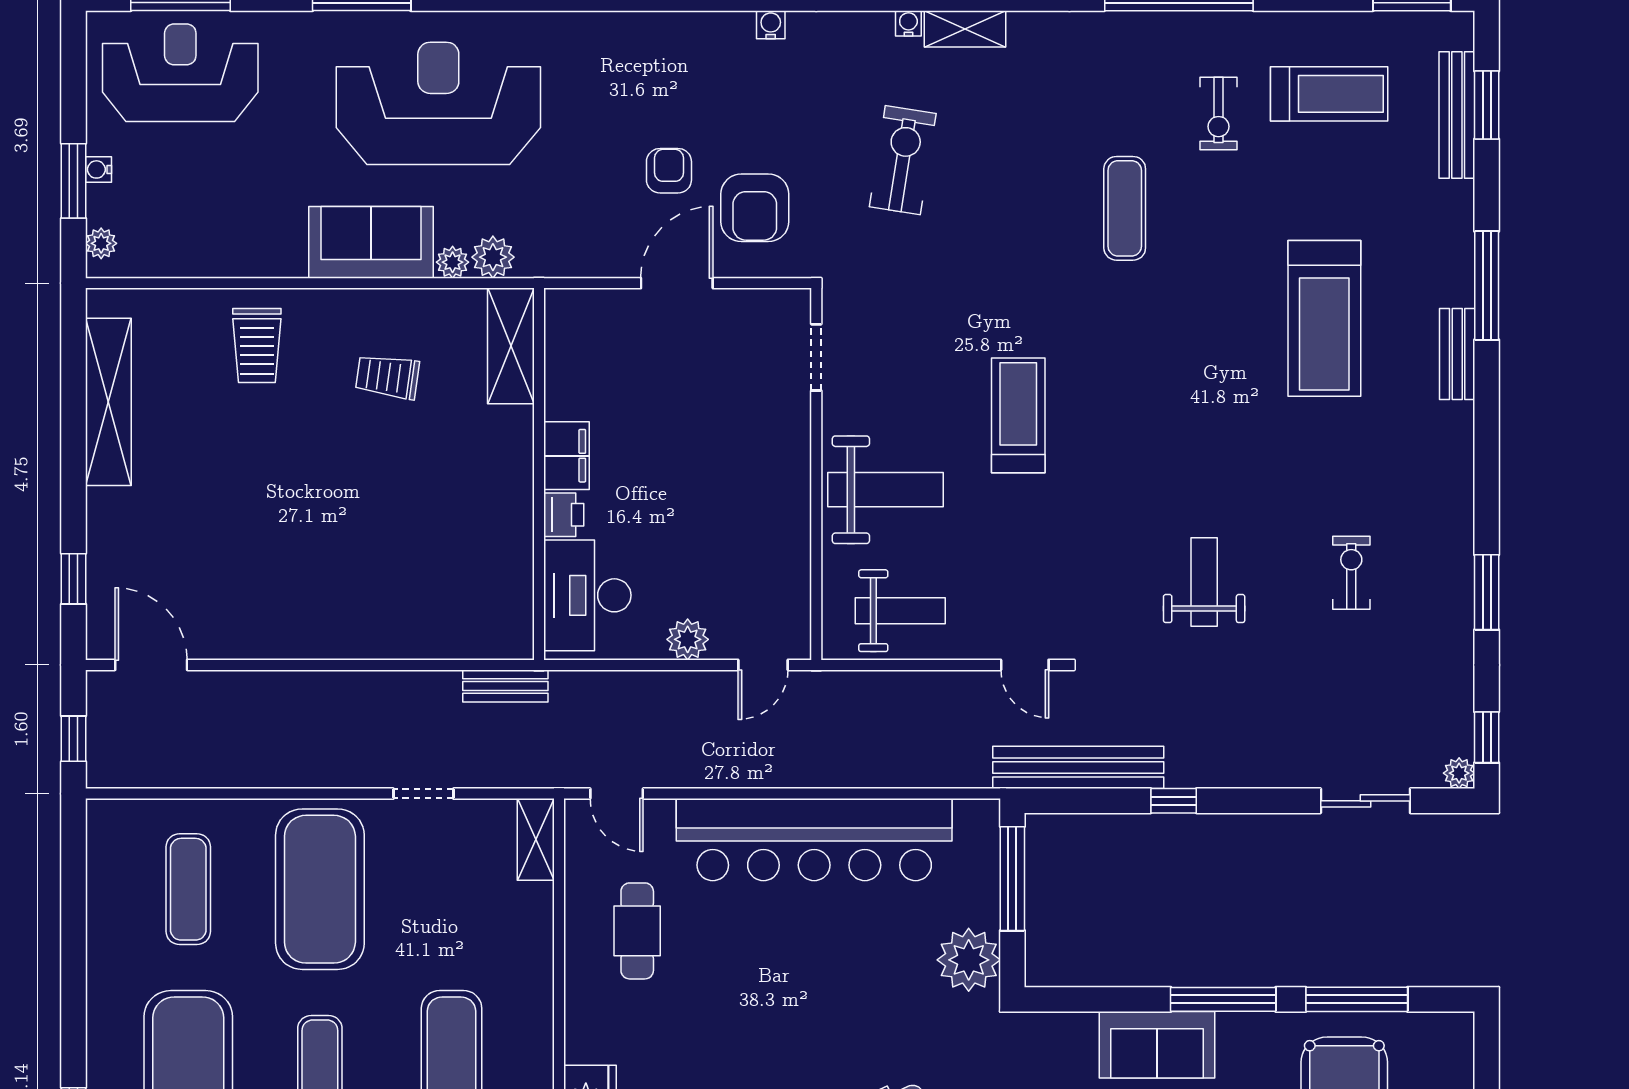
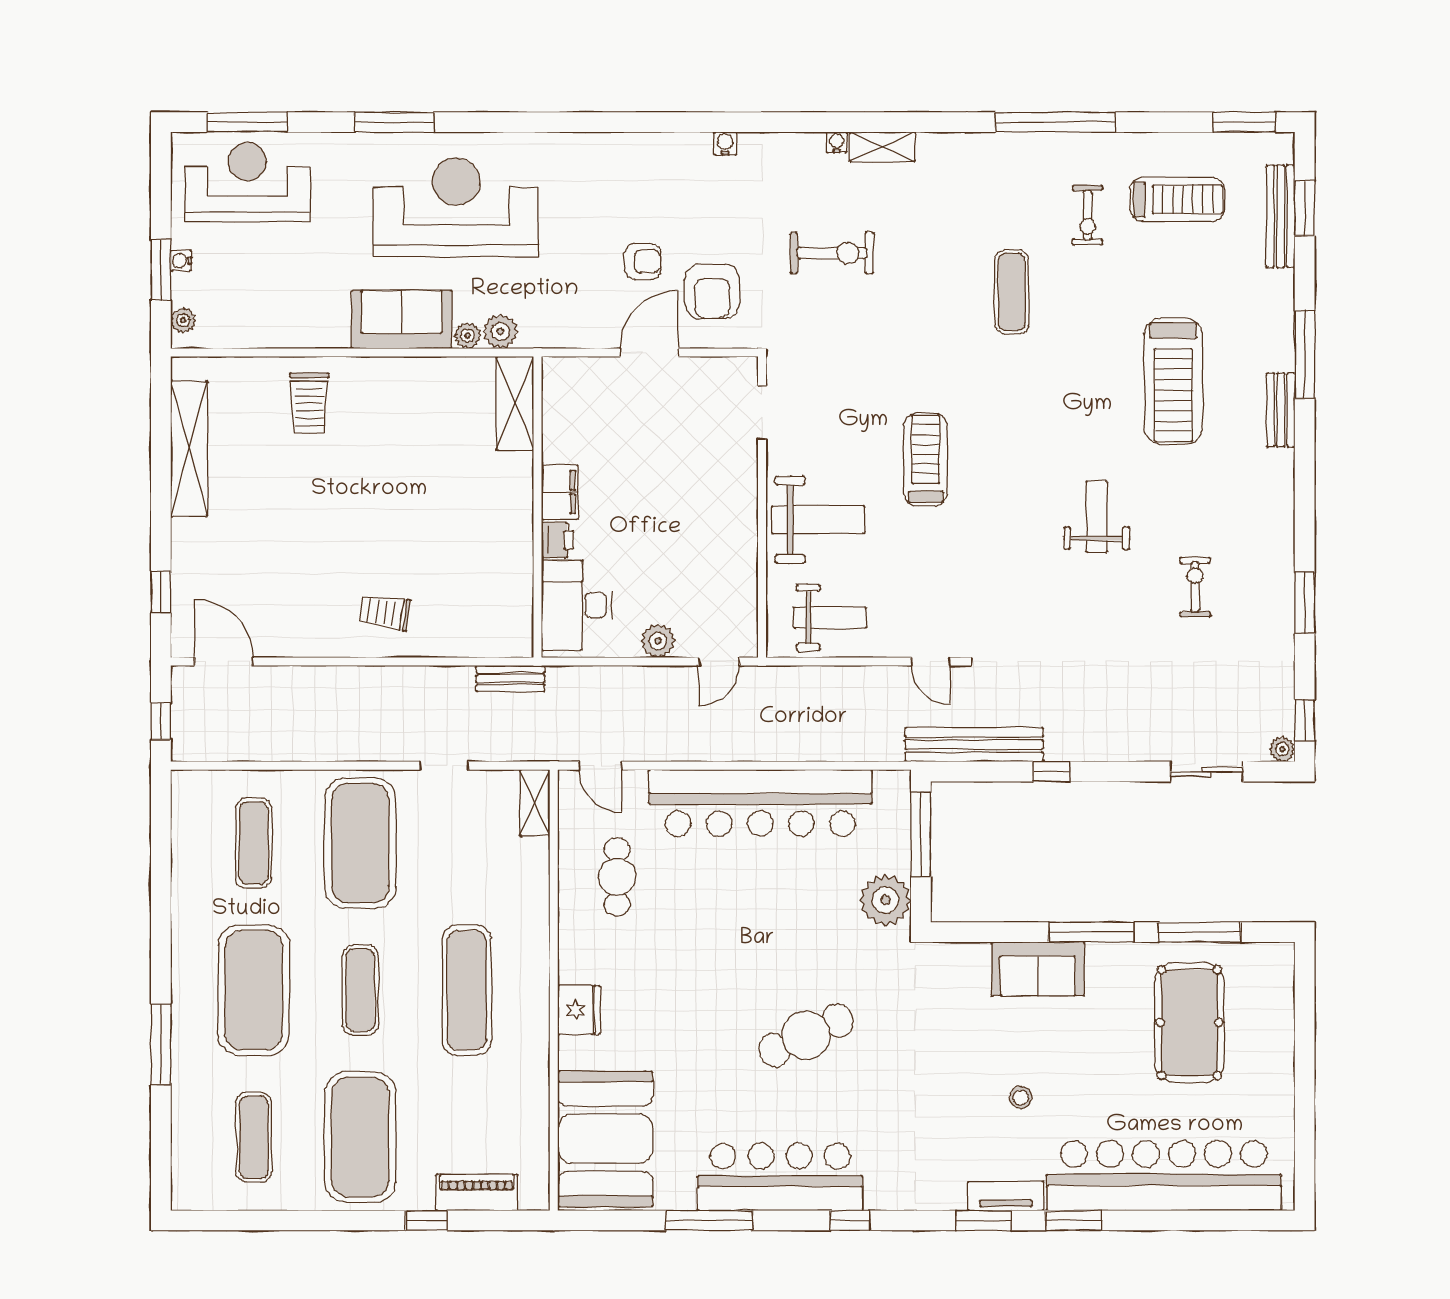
exercise bike: (903, 160) -> (832, 253), turned 81
armchair: (669, 171) -> (643, 262), turned 90
trolley: (387, 377) -> (385, 612), moved
weight bench: (1204, 582) -> (1097, 517), moved

